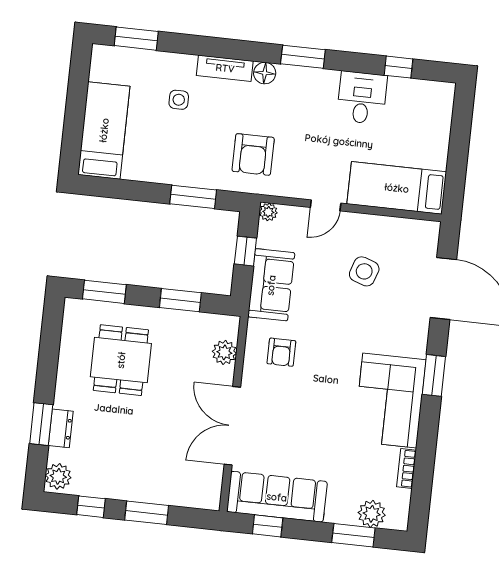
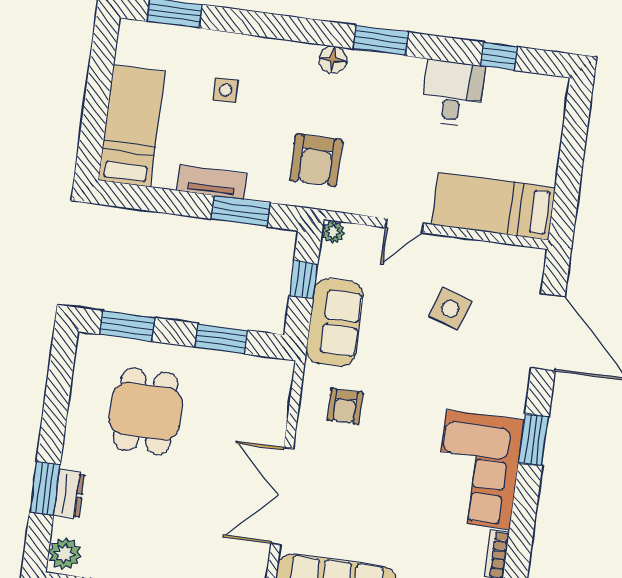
tv unit: (225, 68) -> (212, 182), moved, turned 180
plant: (224, 352) -> (274, 405), removed

